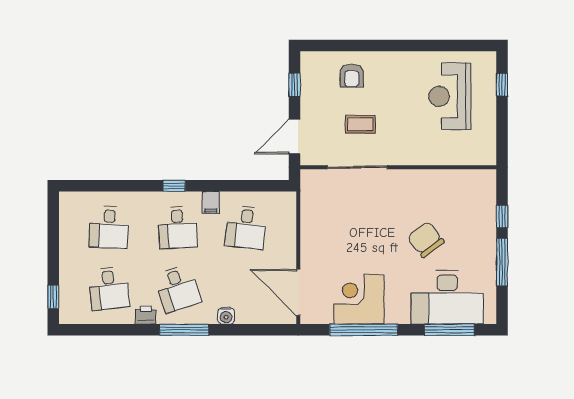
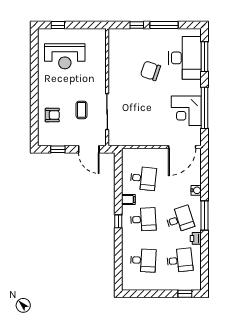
chair: (426, 240) -> (150, 71), turned 57

